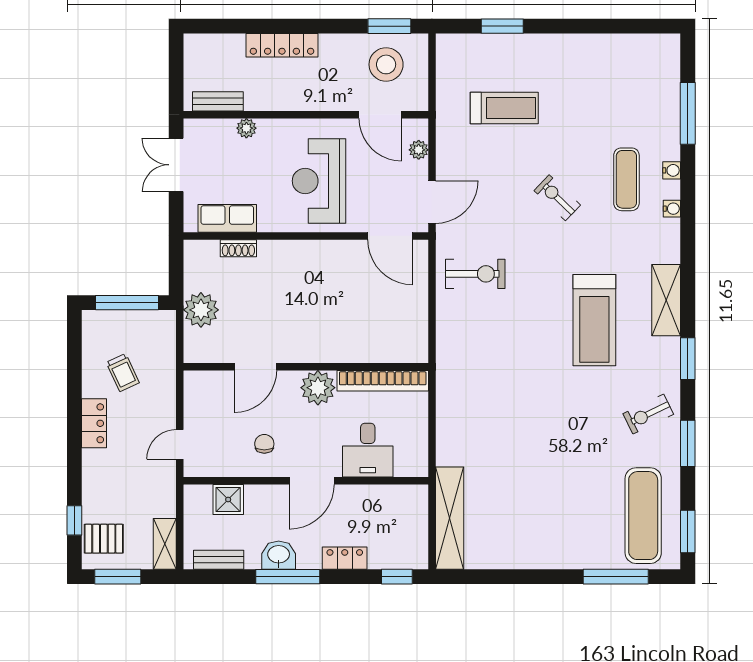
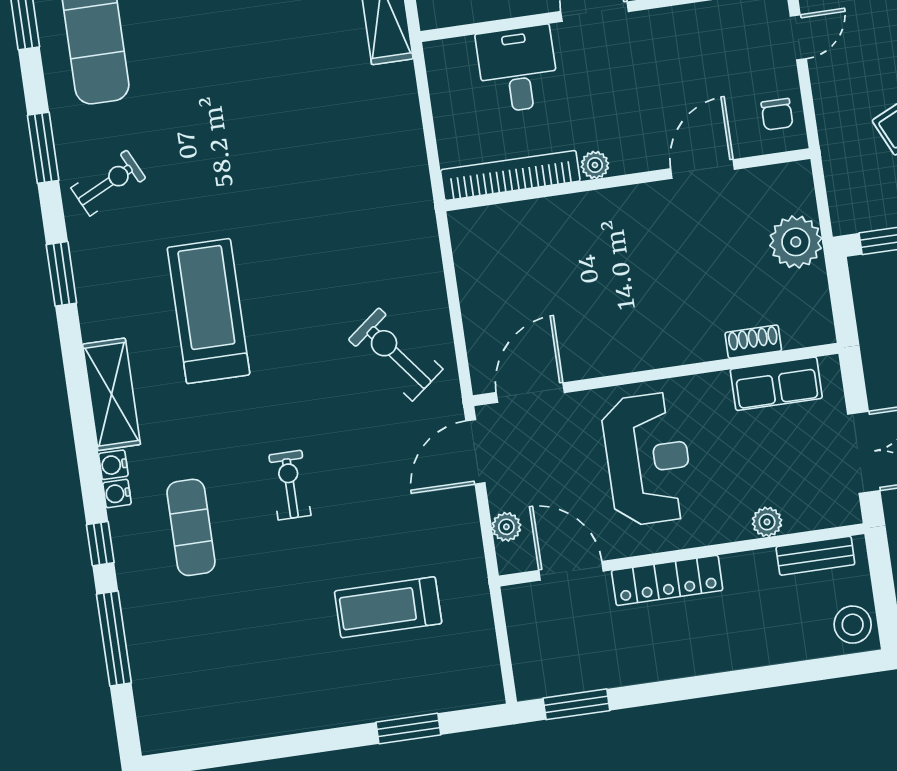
locker: (282, 45) -> (667, 580), moved, turned 180
stool: (386, 64) -> (853, 625), moved, width x0.73, depth x0.73
water cooler: (672, 170) -> (113, 465), moved
window: (688, 177) -> (100, 544), added
exercise bike: (557, 198) -> (290, 485), turned -134
door: (390, 236) -> (530, 393), hinge flipped
exercise bike: (475, 274) -> (396, 354), turned 52
shelving: (666, 300) -> (112, 394), moved
plant: (318, 388) -> (595, 165), width x0.53, depth x0.53
chair: (264, 444) -> (777, 114), moved

